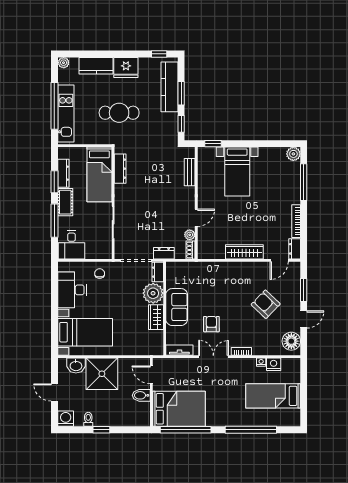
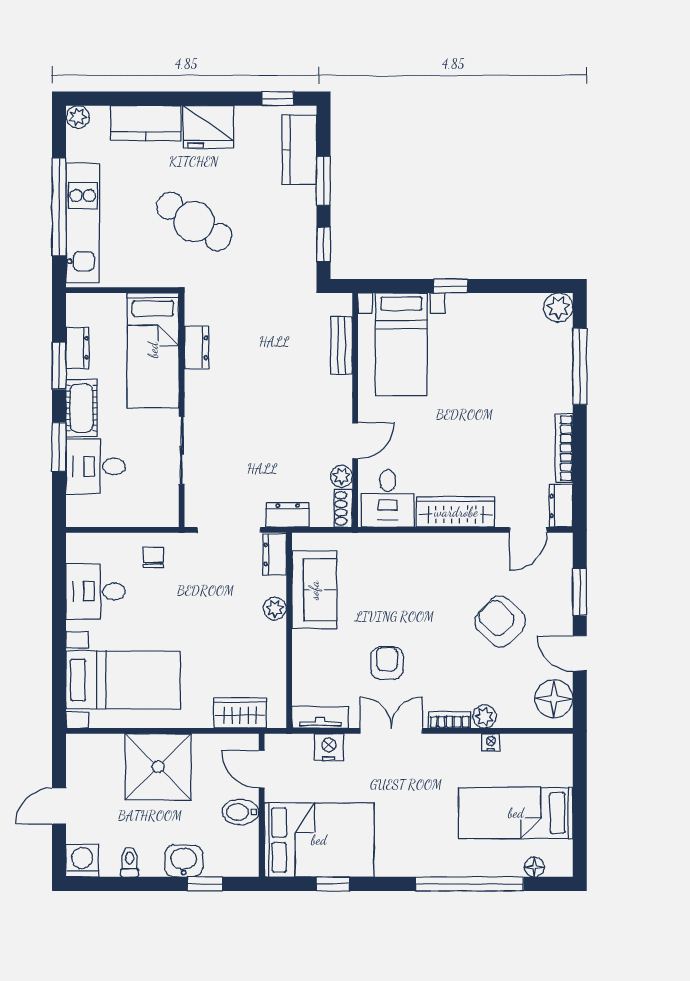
kitchen counter: (169, 87) -> (299, 150), width x0.67
cafe table: (119, 113) -> (194, 221), turned 33
window: (213, 144) -> (451, 286), moved
dresser: (120, 169) -> (196, 348), width x0.70
bed with nightstands: (237, 171) -> (401, 344), moved
dresser: (63, 173) -> (77, 348), width x0.70
window: (54, 221) -> (59, 447), width x0.69
desk: (72, 245) -> (96, 466), moved, turned 90
desk: (212, 245) -> (388, 498), added
desk: (72, 290) -> (96, 592), width x0.73
plant: (153, 293) -> (275, 609), width x0.53, depth x0.53
sofa: (177, 307) -> (314, 590), moved
wardrobe: (156, 317) -> (240, 713), moved, turned 90
door: (304, 319) -> (580, 653), swing flipped
plant: (258, 350) -> (484, 717), added
nightstand: (274, 364) -> (329, 747), moved
washbasin: (76, 366) -> (184, 861), moved, turned 180
door: (54, 392) -> (59, 806), hinge flipped
floor lamp: (282, 422) -> (534, 867), added
window: (101, 430) -> (205, 884), moved
window: (186, 430) -> (333, 884), width x0.32

